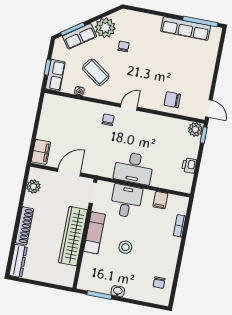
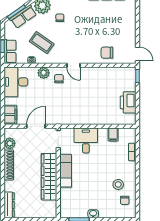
door: (129, 107) -> (73, 65), swing flipped
plant: (195, 129) -> (44, 73), moved
printer: (189, 165) -> (128, 102), width x1.87, depth x1.48
desk: (134, 168) -> (16, 82), moved, turned 90
shoe rack: (25, 226) -> (9, 165), moved
stool: (125, 247) -> (118, 184), moved

